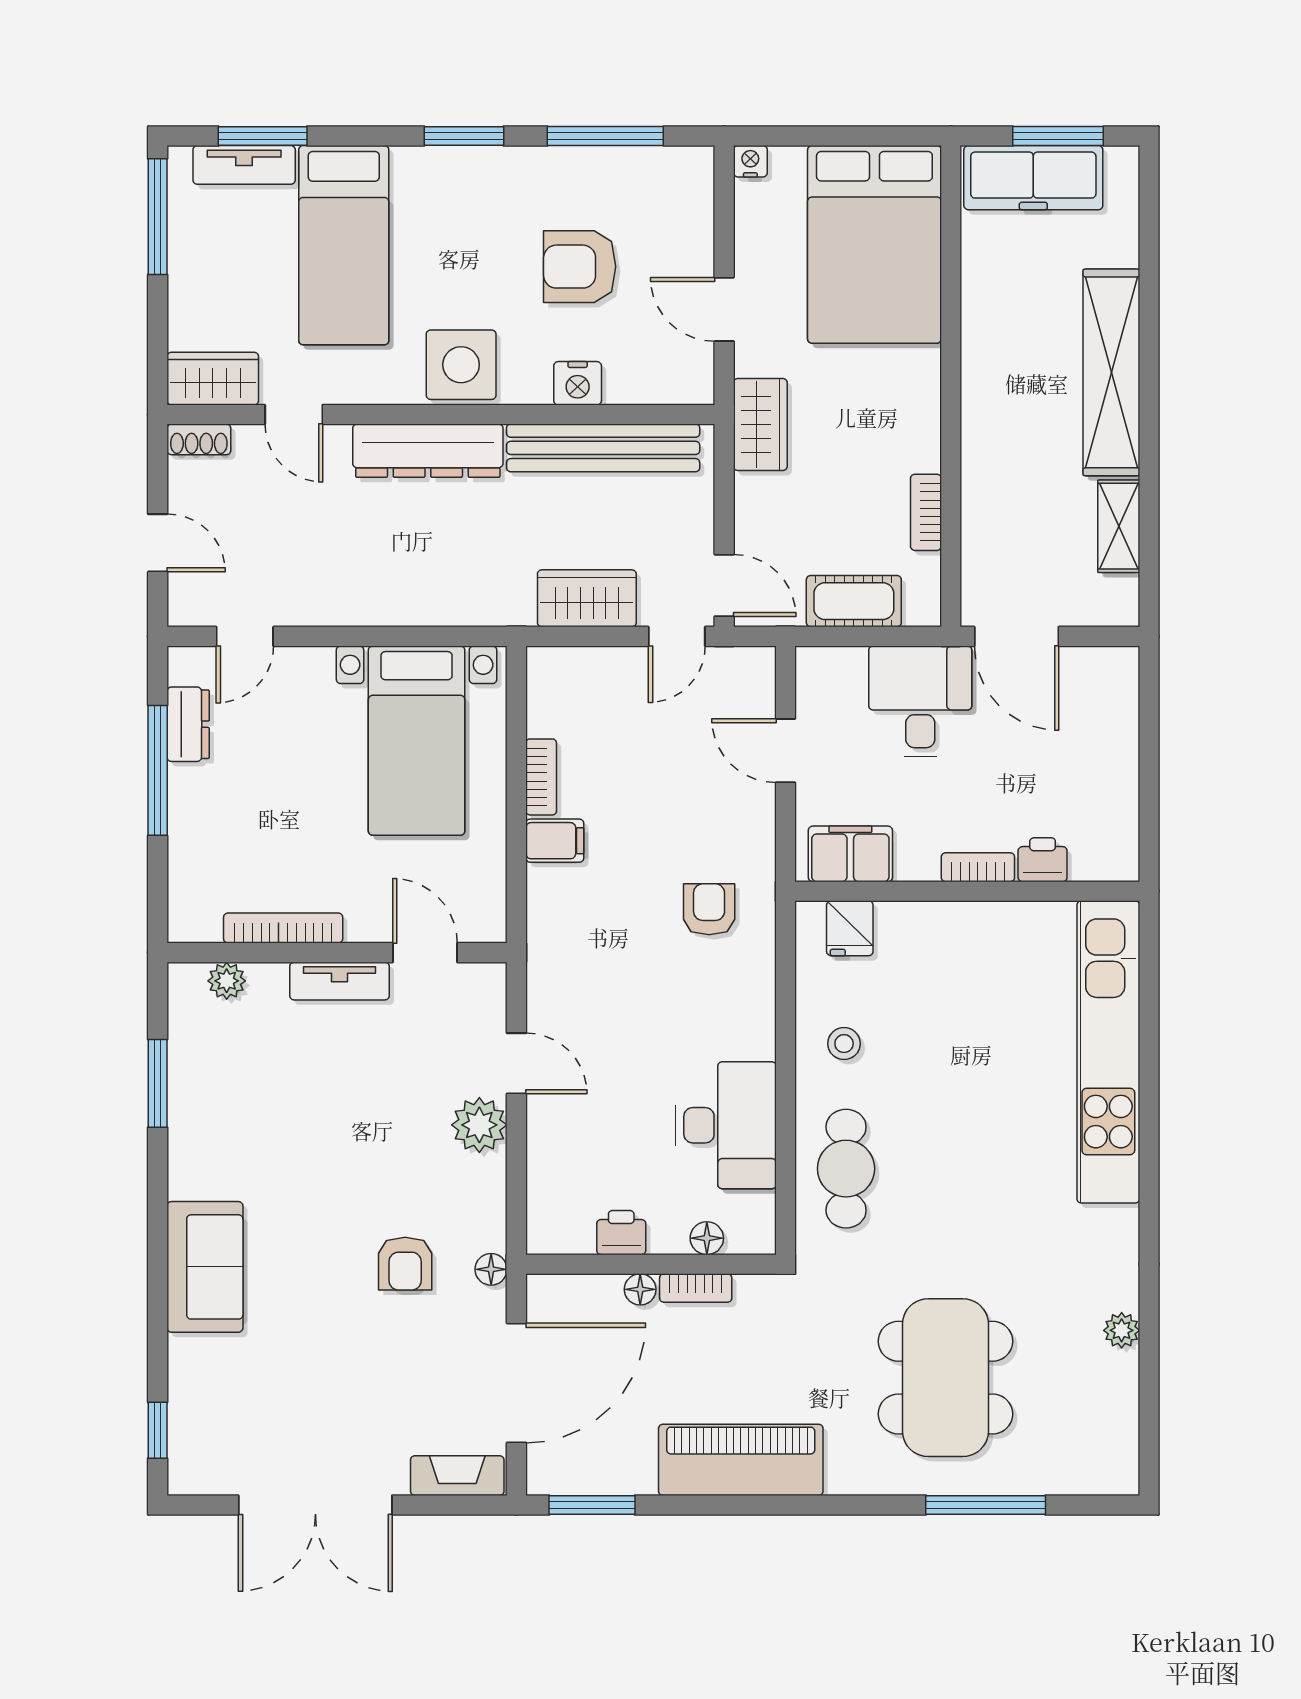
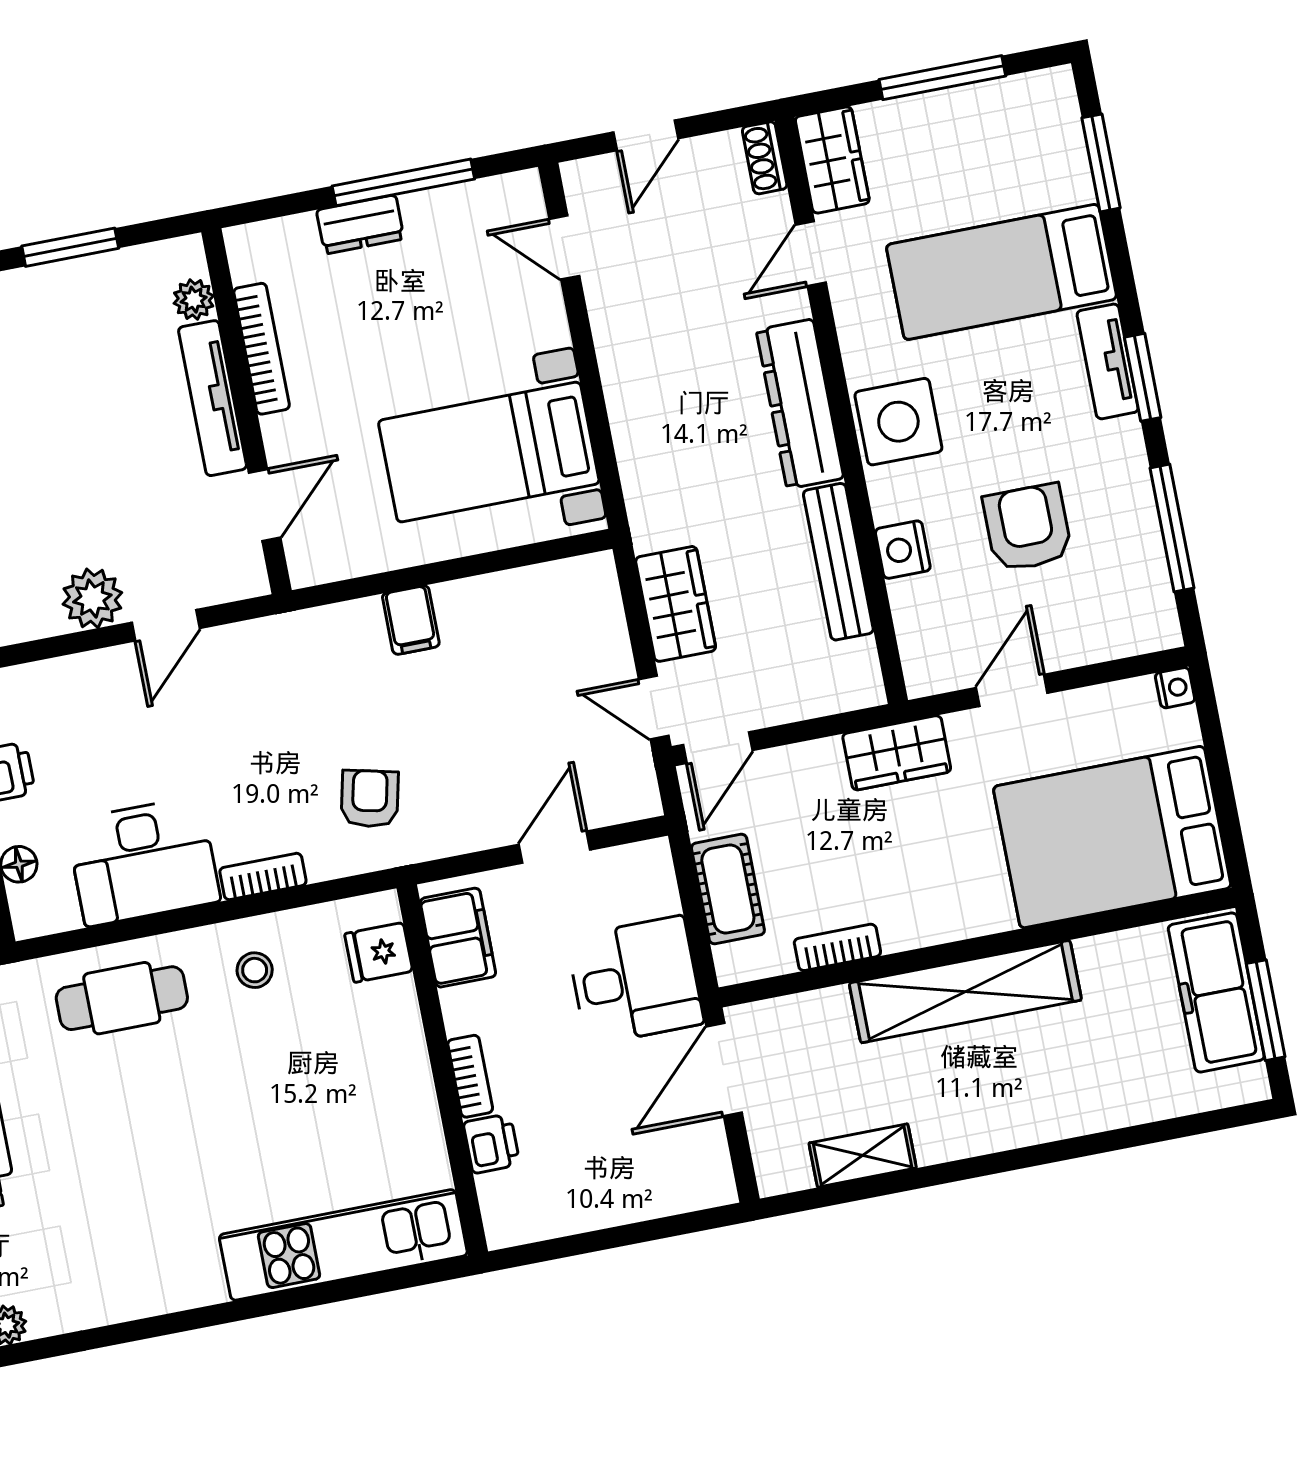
tv unit: (244, 165) -> (1108, 361), moved
window: (158, 217) -> (942, 78), moved
shelving: (1111, 372) -> (965, 992), moved
bench: (603, 448) -> (838, 562), width x0.73, depth x0.82
dresser: (188, 724) -> (360, 224), moved
bookcase: (541, 777) -> (263, 876), moved, turned 180
armchair: (709, 909) -> (370, 799), turned -77
tv unit: (340, 981) -> (213, 398), width x1.41
kitchen unit: (1108, 1052) -> (343, 1245), width x0.73

